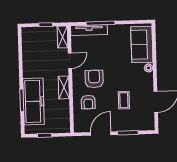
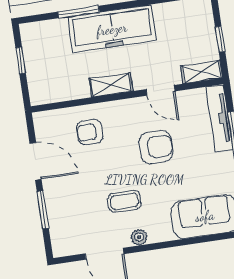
plant: (148, 68) -> (139, 237), moved
armchair: (94, 79) -> (156, 147), moved
coffee table: (124, 100) -> (124, 201), moved
freezer: (34, 101) -> (112, 29), moved

